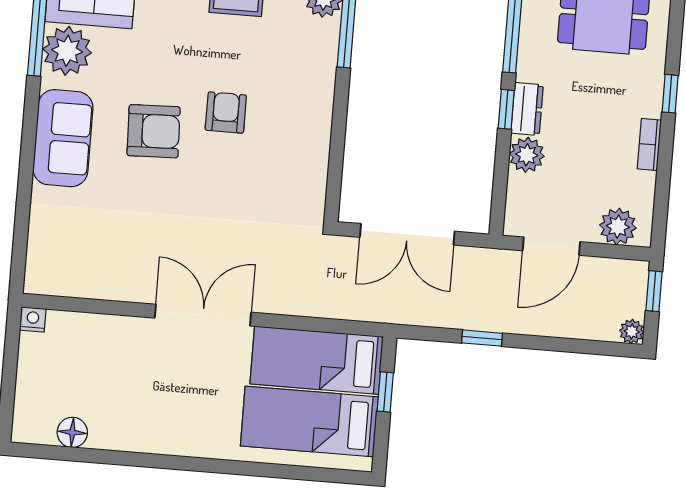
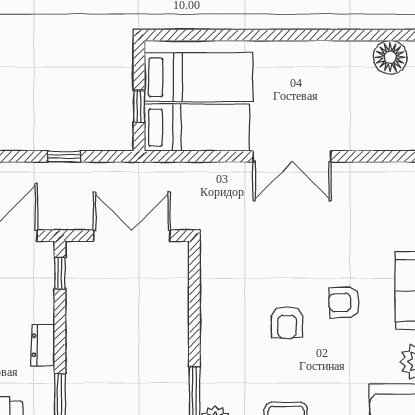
window: (506, 109) -> (60, 273), moved
armchair: (154, 131) -> (344, 302), width x0.72, depth x0.72
plant: (527, 155) -> (40, 308), removed
floor lamp: (72, 432) -> (390, 57), width x1.38, depth x1.38

